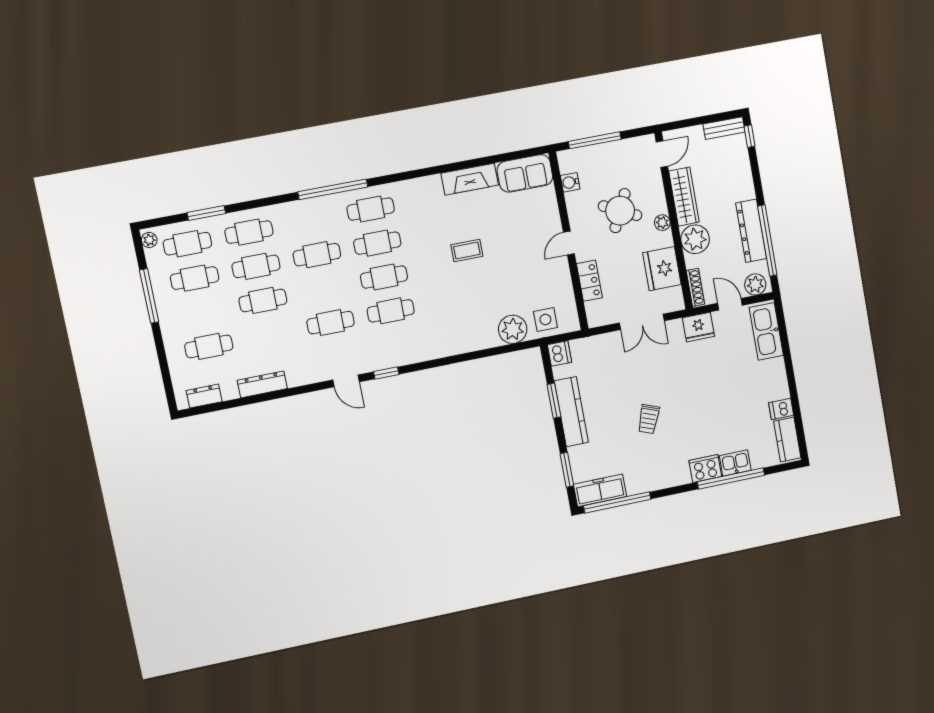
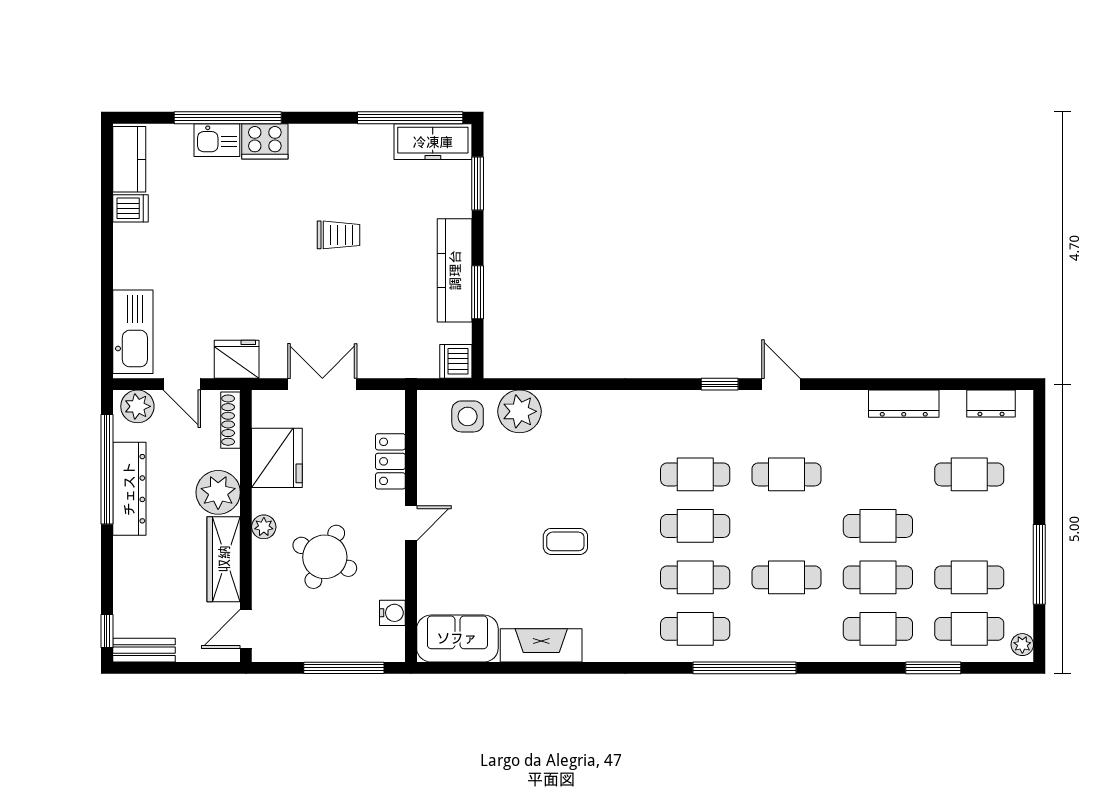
trolley: (649, 419) -> (339, 235), turned 69

